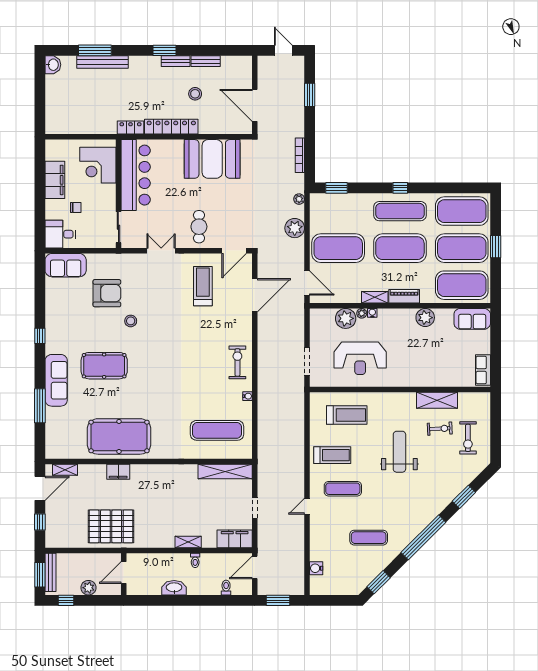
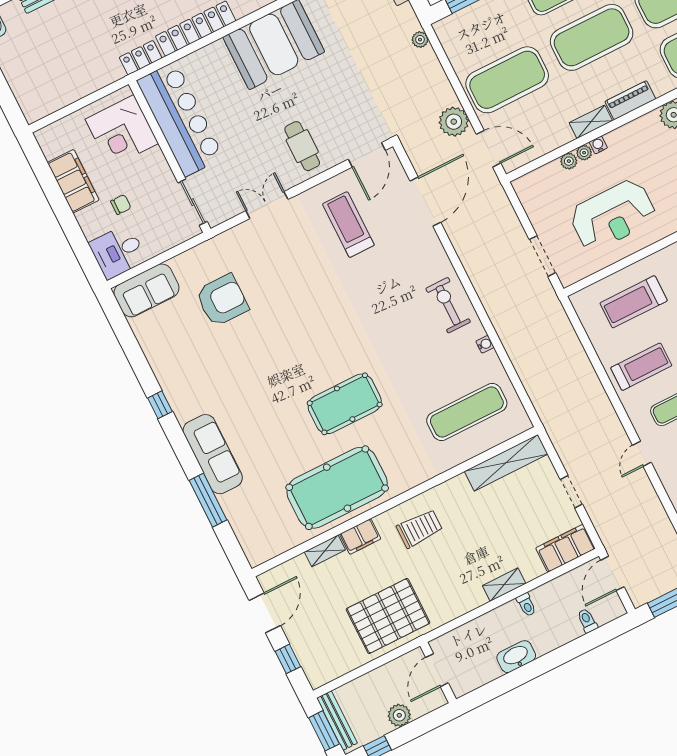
plant: (295, 228) -> (454, 122), moved
plant: (346, 318) -> (569, 161), width x0.53, depth x0.53
stool: (131, 321) -> (274, 322), removed
pool table: (104, 366) -> (345, 404), moved
treadmill: (347, 415) -> (634, 302), turned 180
shelving: (65, 470) -> (325, 551), moved
trolley: (155, 485) -> (419, 529), added

